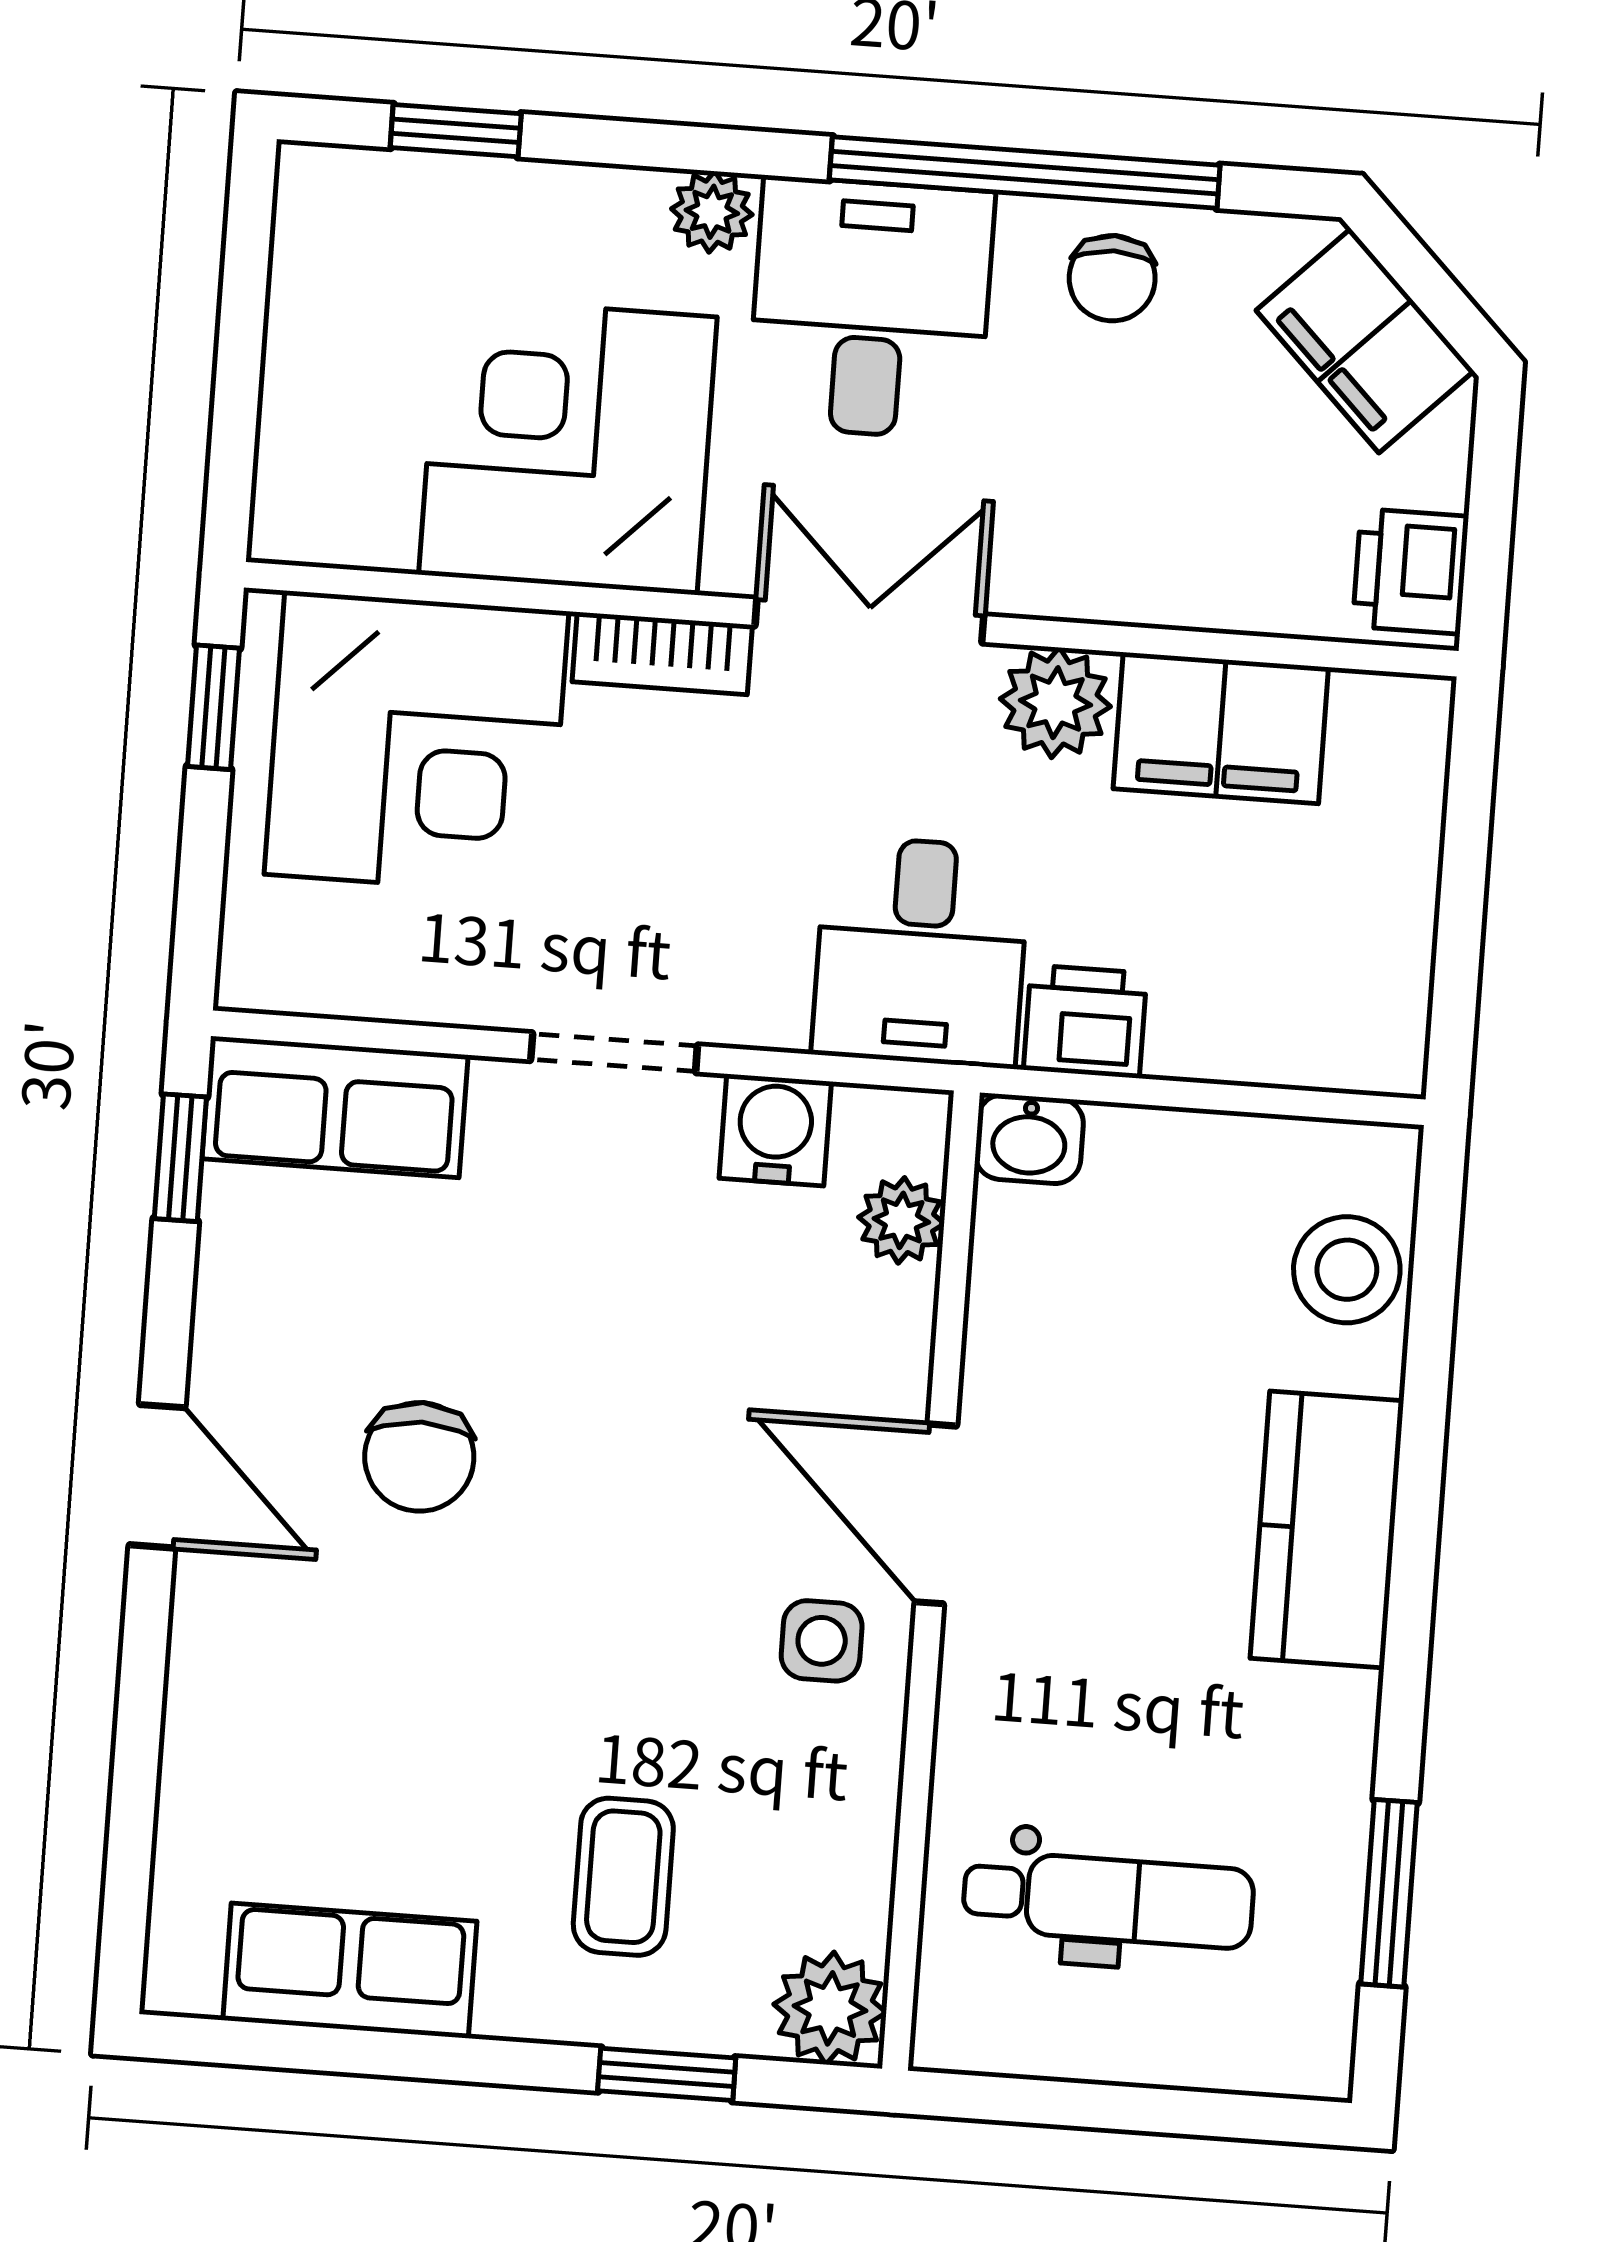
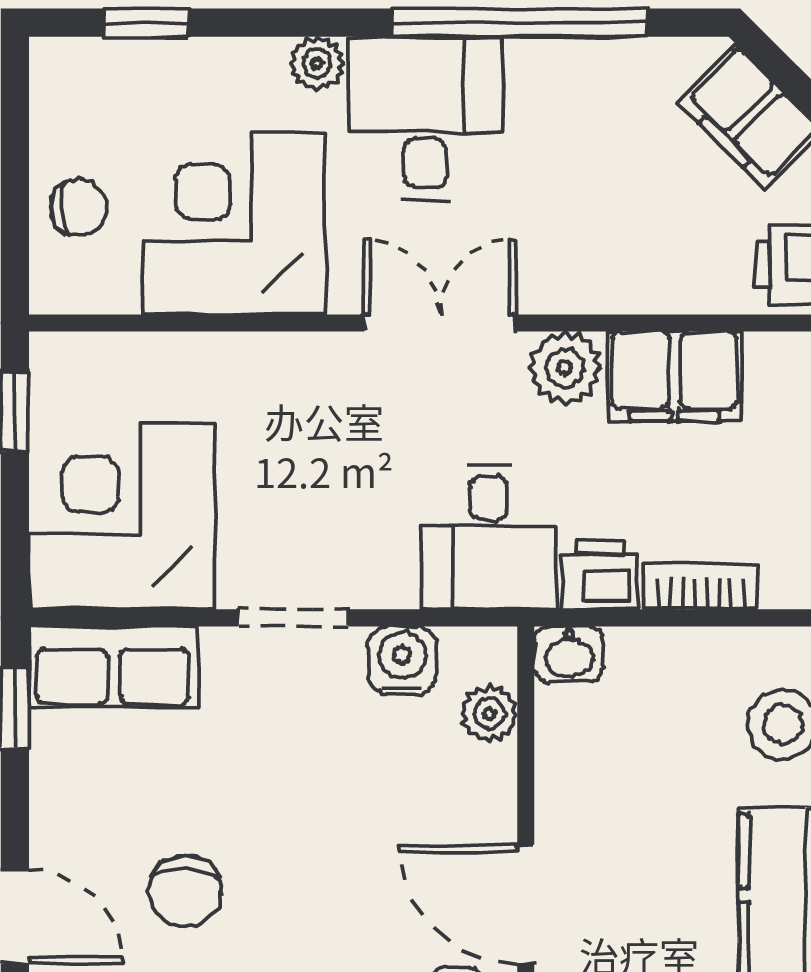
chair: (1112, 278) -> (79, 208), moved, turned -90
bookcase: (662, 653) -> (701, 586), moved, turned 180
corner desk: (416, 743) -> (122, 516), moved, turned 180

